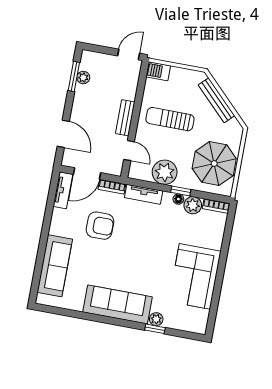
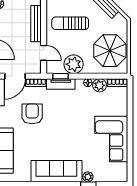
bench: (125, 118) -> (36, 24), width x1.36
window: (181, 191) -> (61, 76), moved
armchair: (100, 226) -> (32, 114), turned -90

